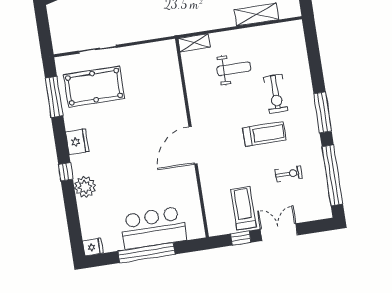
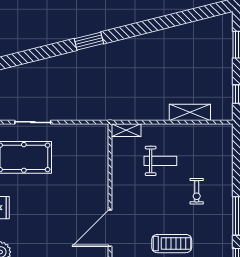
exercise bike: (276, 94) -> (197, 191), width x0.73, depth x0.72
treadmill: (264, 134) -> (172, 244), moved

